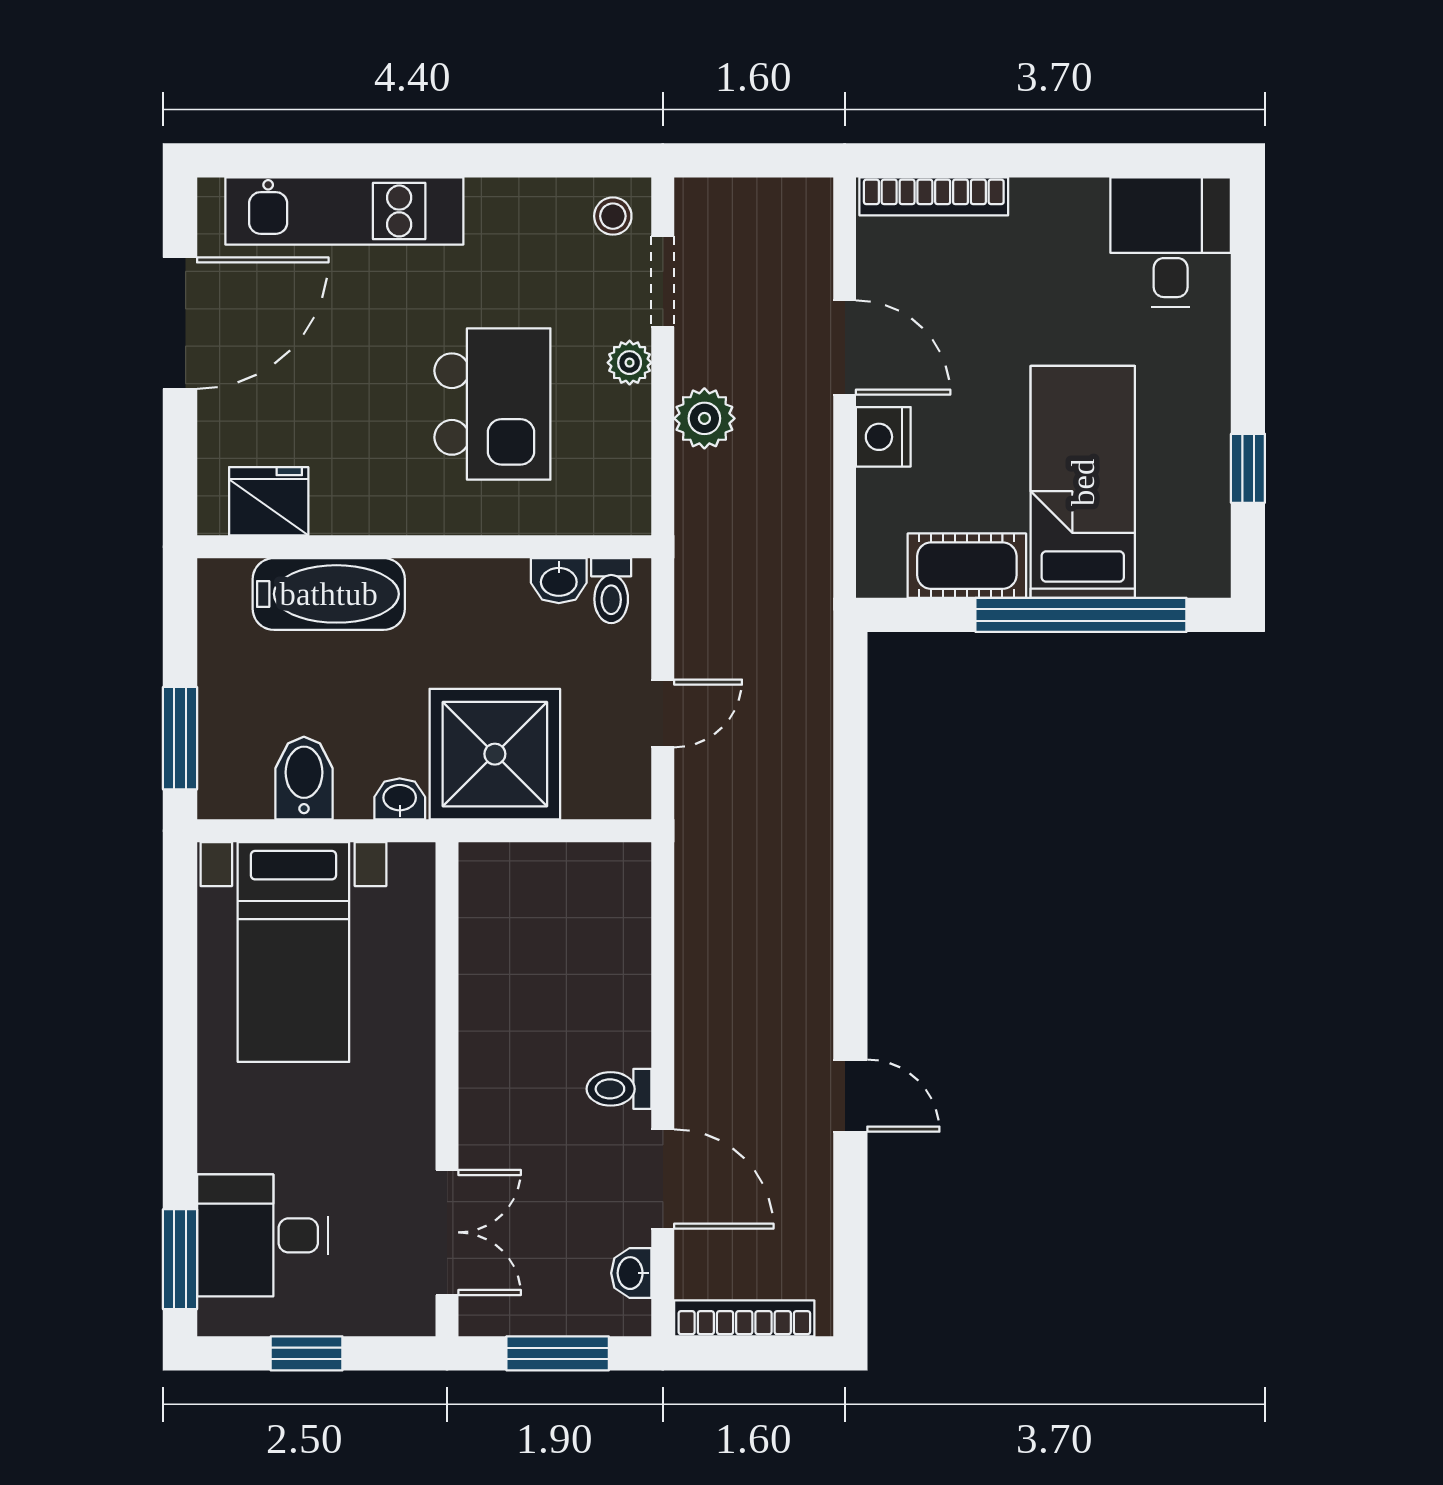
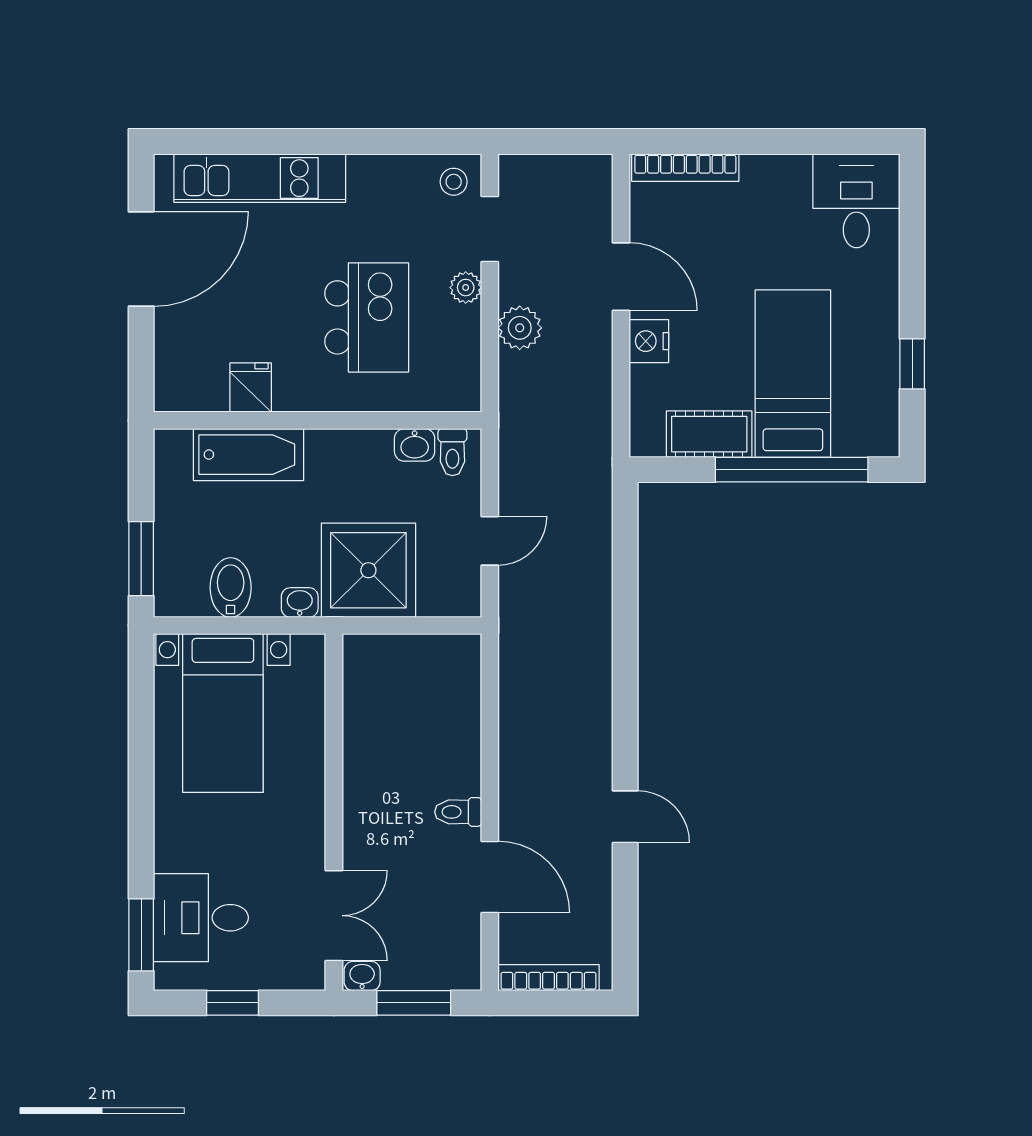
fridge: (269, 501) -> (251, 388), moved, width x0.72
washbasin: (631, 1273) -> (362, 976), moved, turned 90

